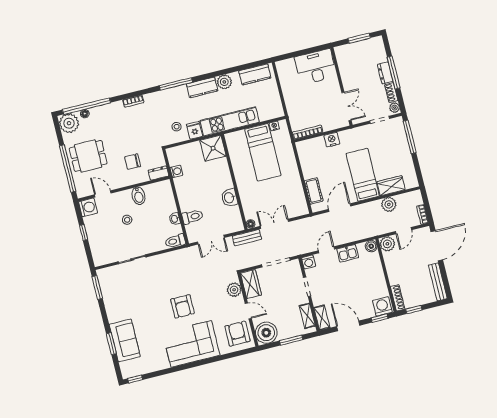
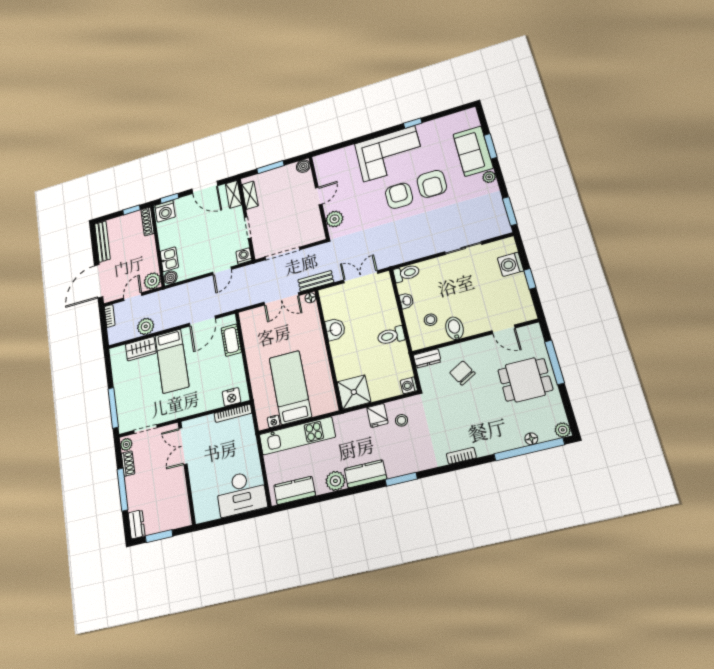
desk: (316, 67) -> (241, 493), moved
dresser: (385, 73) -> (137, 524), moved
window: (176, 84) -> (401, 479), width x0.69
kitchen unit: (230, 121) -> (297, 436), moved
plant: (69, 123) -> (563, 430), width x0.53, depth x0.53
nightstand: (332, 140) -> (231, 397), moved
chair: (133, 162) -> (462, 373), turned -120
window: (68, 169) -> (555, 362), width x0.68
washing machine: (176, 171) -> (409, 385), moved
washing machine: (88, 207) -> (510, 264), moved
toilet: (192, 217) -> (391, 336), moved
stool: (127, 220) -> (430, 320), moved
kitchen sink: (348, 253) -> (169, 259), moved, turned 90
wardrobe: (251, 284) -> (314, 227), removed
door: (248, 311) -> (319, 196), swing flipped
plant: (112, 317) -> (489, 177), added
boiler: (266, 333) -> (303, 166), width x0.54, depth x0.54
armchair: (237, 334) -> (432, 184), moved
window: (135, 379) -> (413, 123), moved

